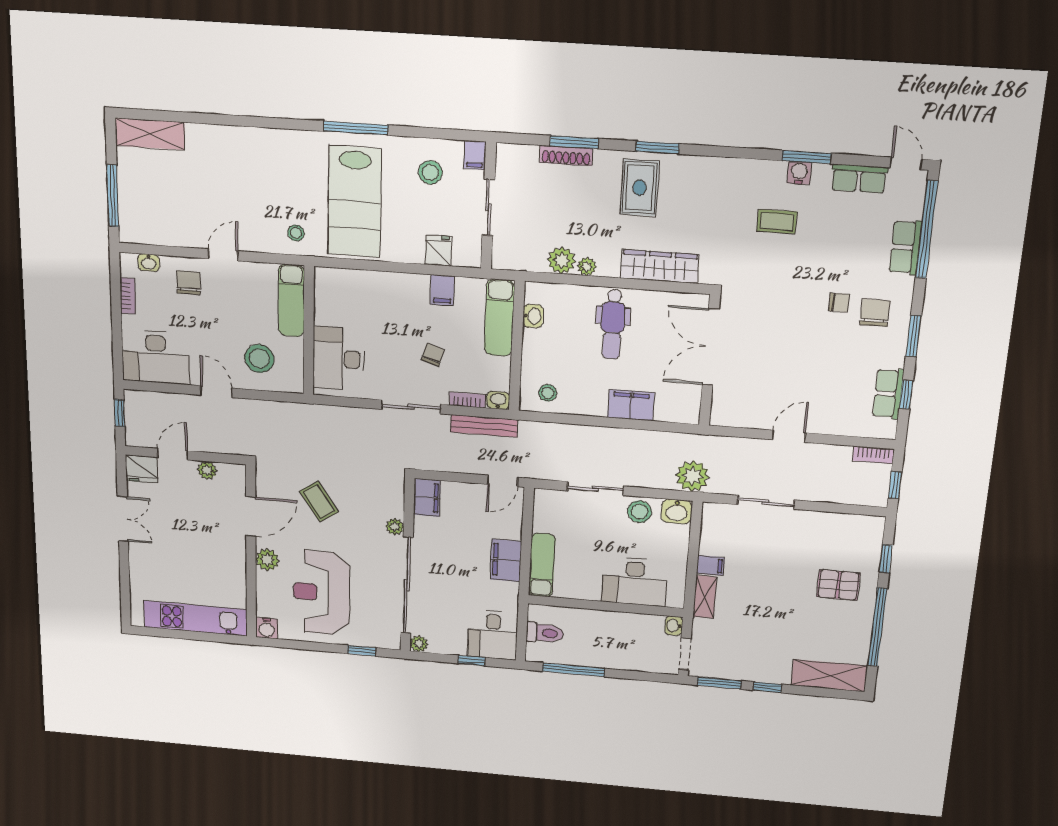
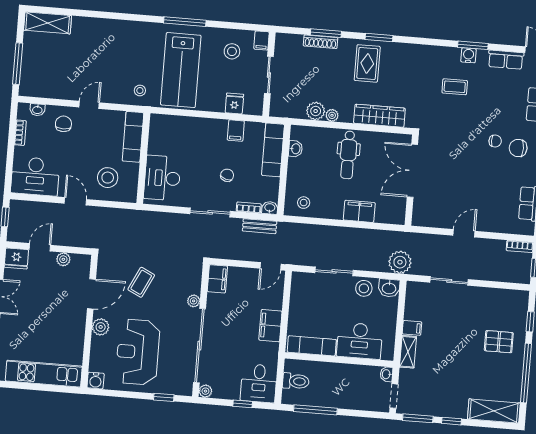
chair: (875, 313) -> (518, 148), turned -90
bench: (484, 426) -> (260, 226), width x0.73
coffee table: (319, 502) -> (141, 282), turned 60
exam couch: (542, 565) -> (312, 346), moved, turned -90

